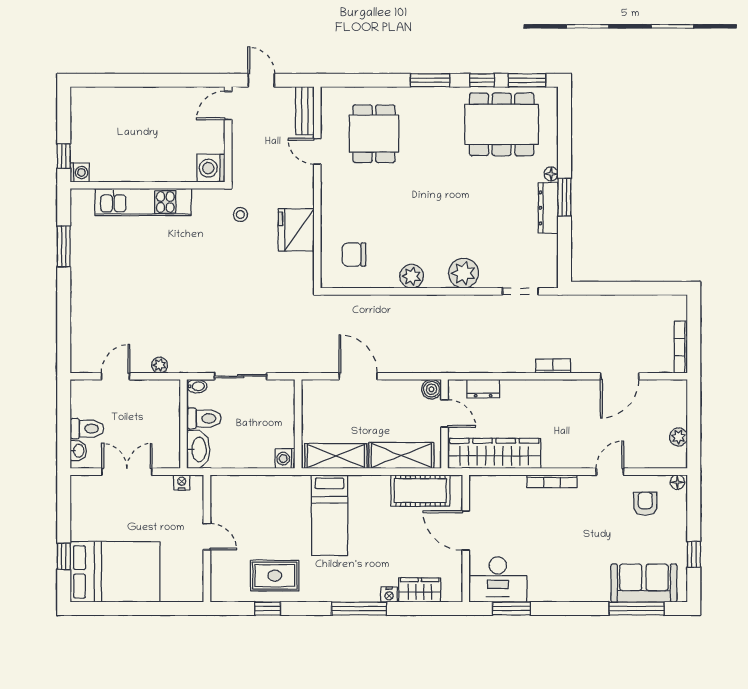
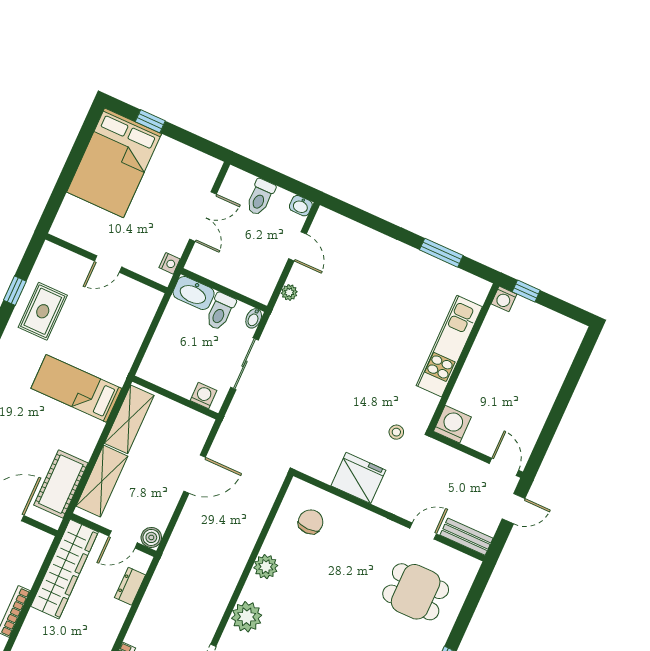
washbasin: (78, 451) -> (301, 206), moved
washing machine: (285, 459) -> (203, 396), moved

